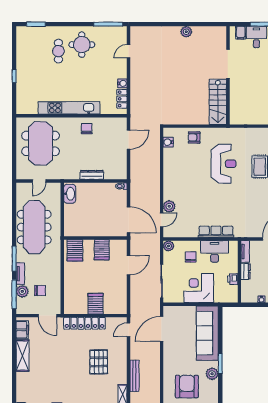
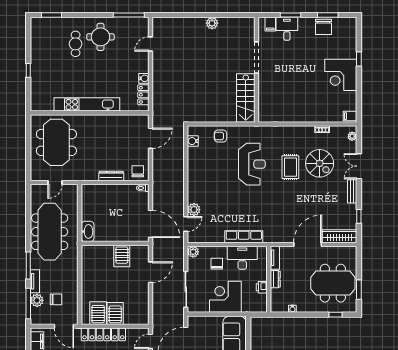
chair: (87, 129) -> (138, 171), moved
washbasin: (70, 194) -> (88, 231), moved
server rack: (75, 250) -> (98, 313), moved, turned 180

